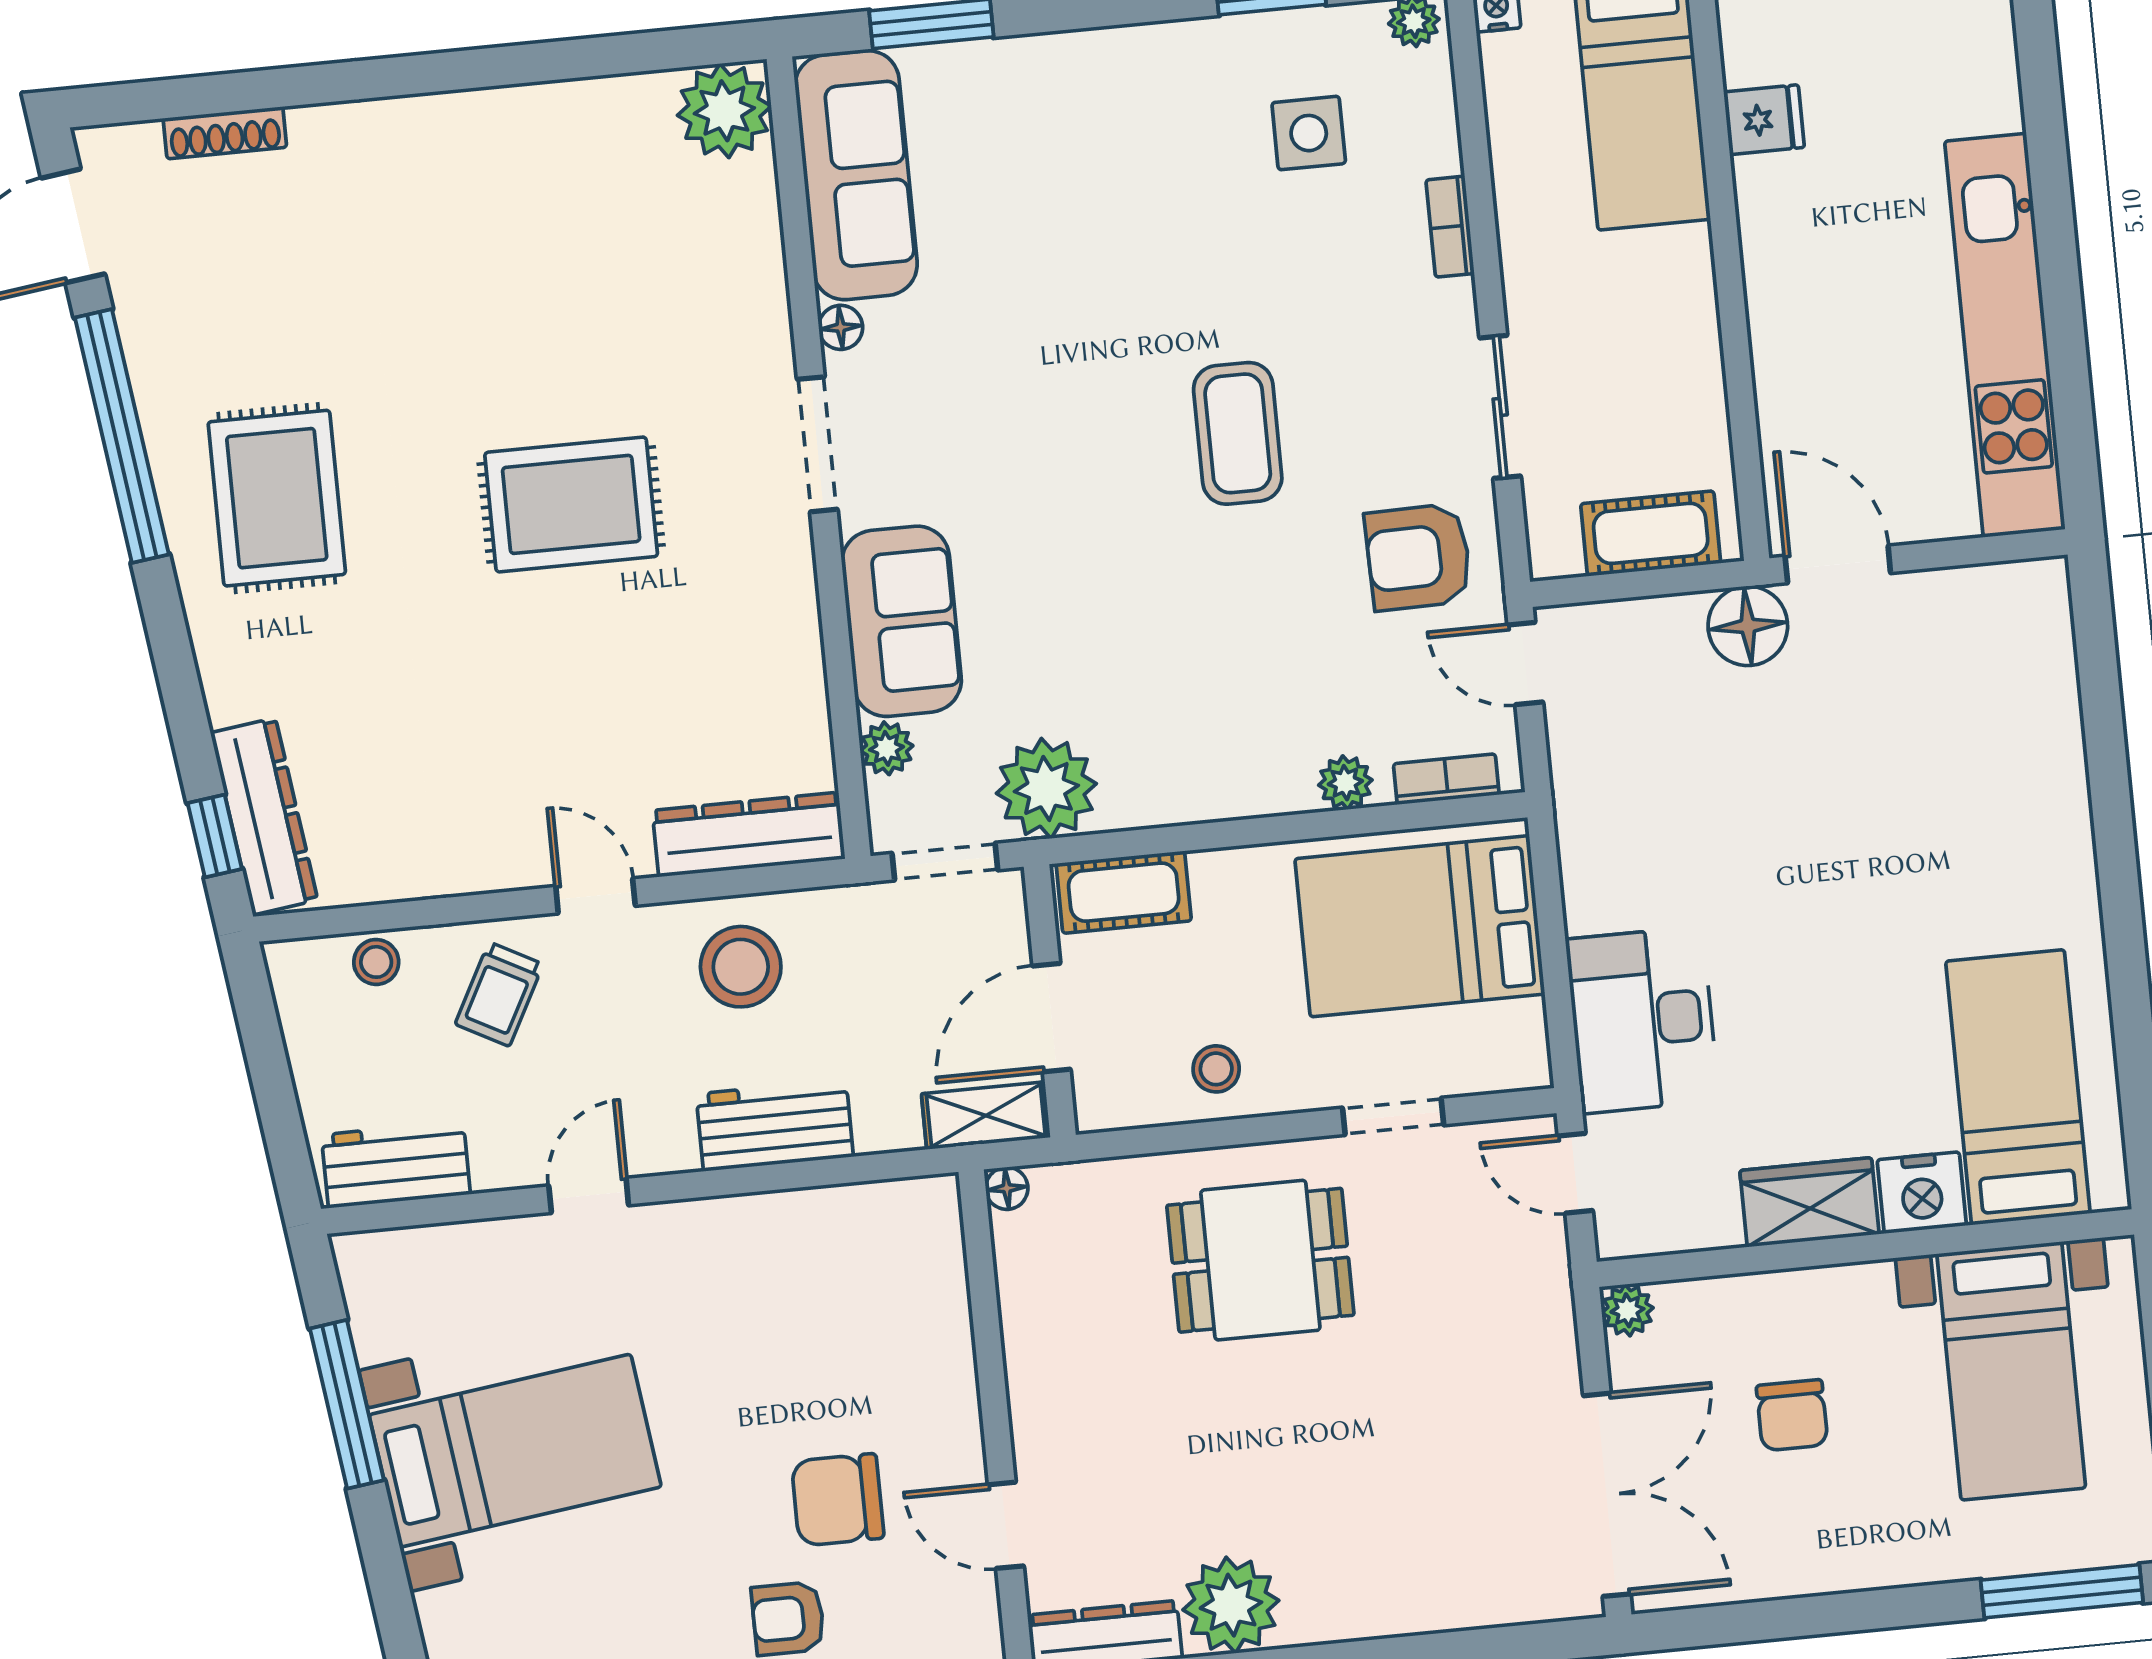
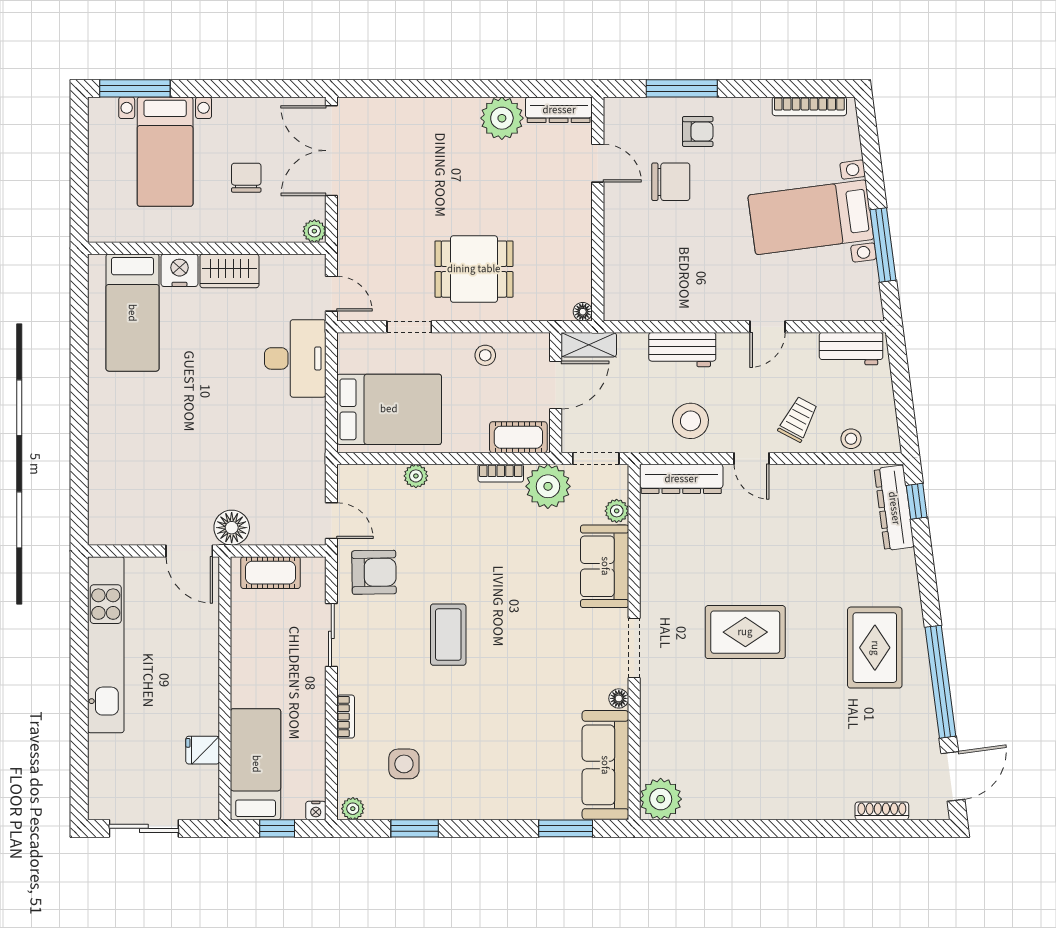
bookcase: (1446, 779) -> (501, 473), moved
bed with nightstands: (2011, 1371) -> (165, 152), moved, turned 180

